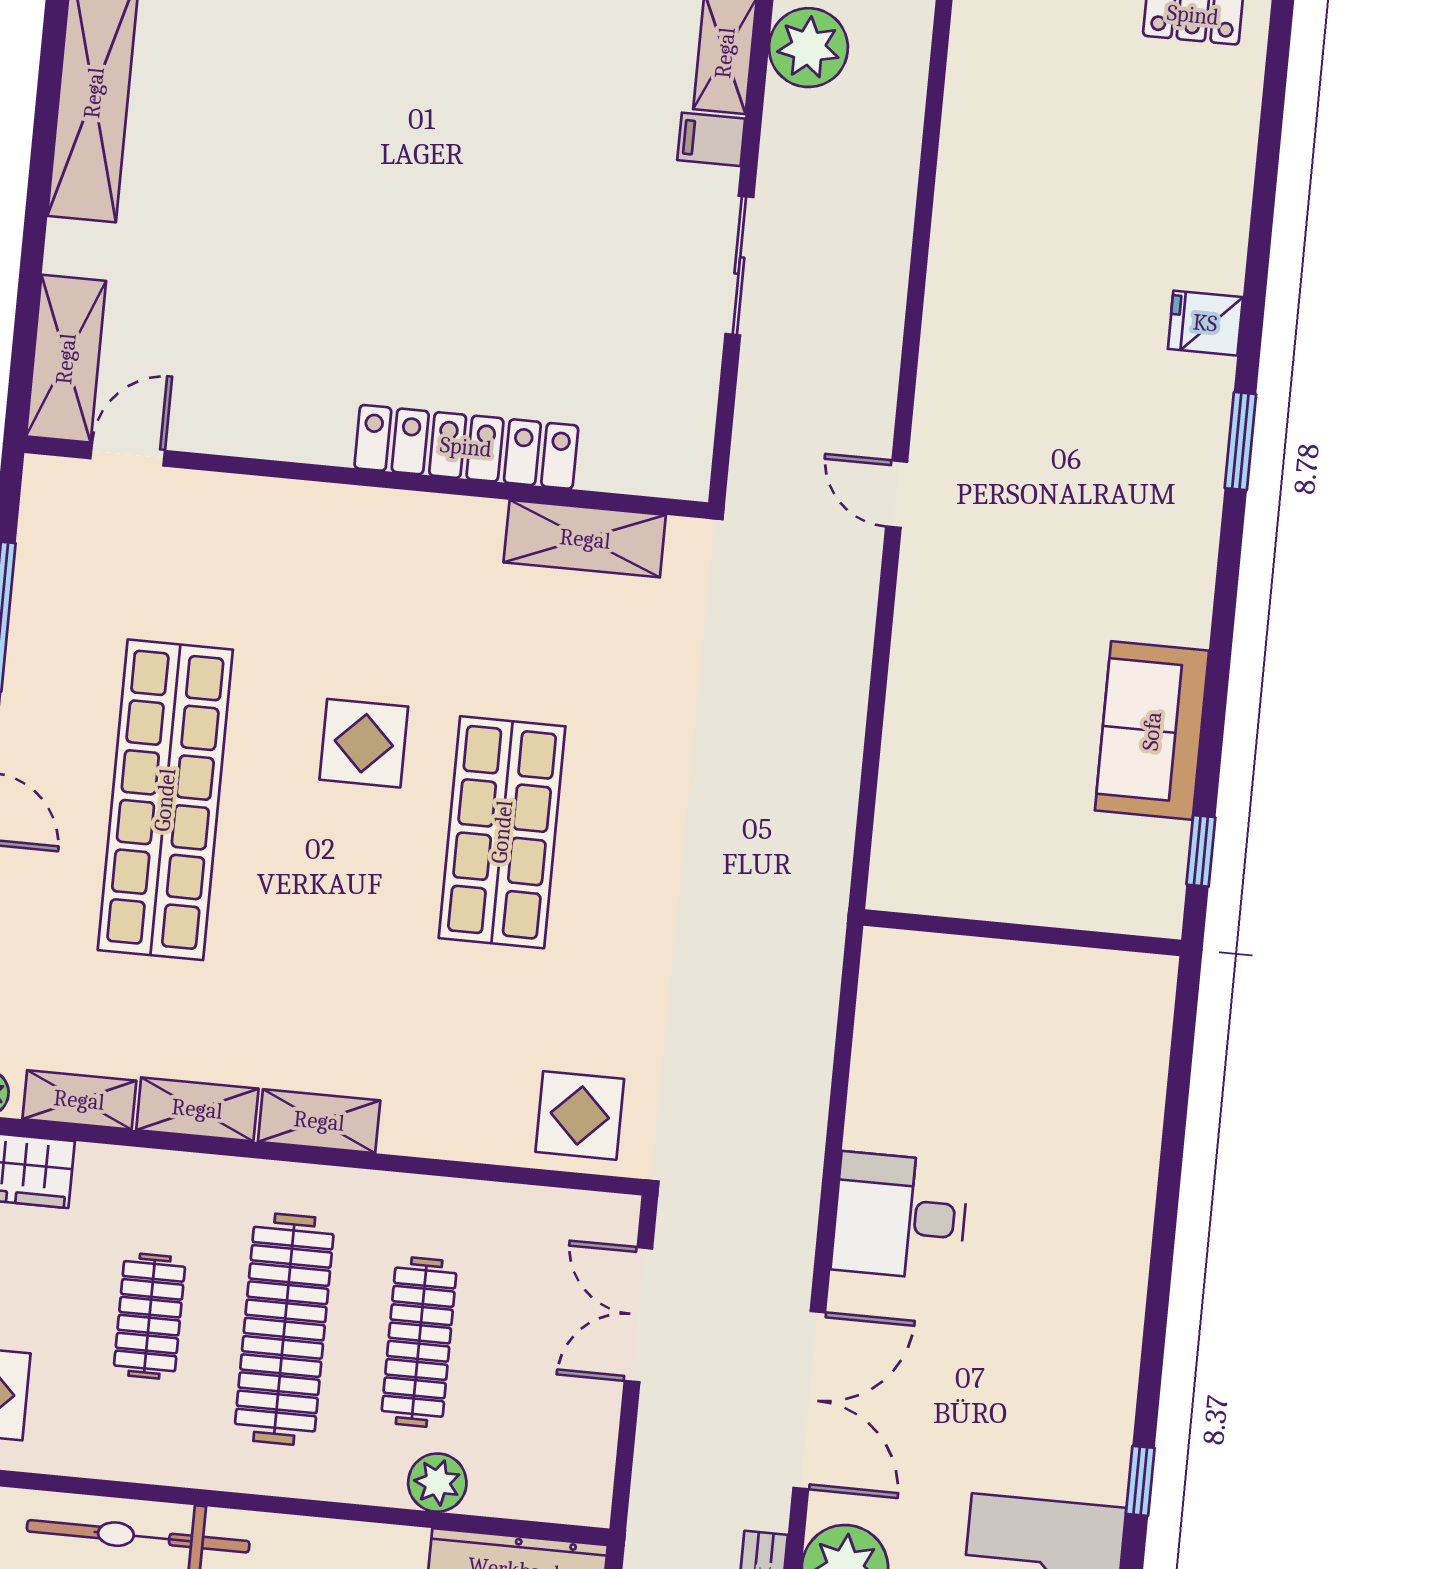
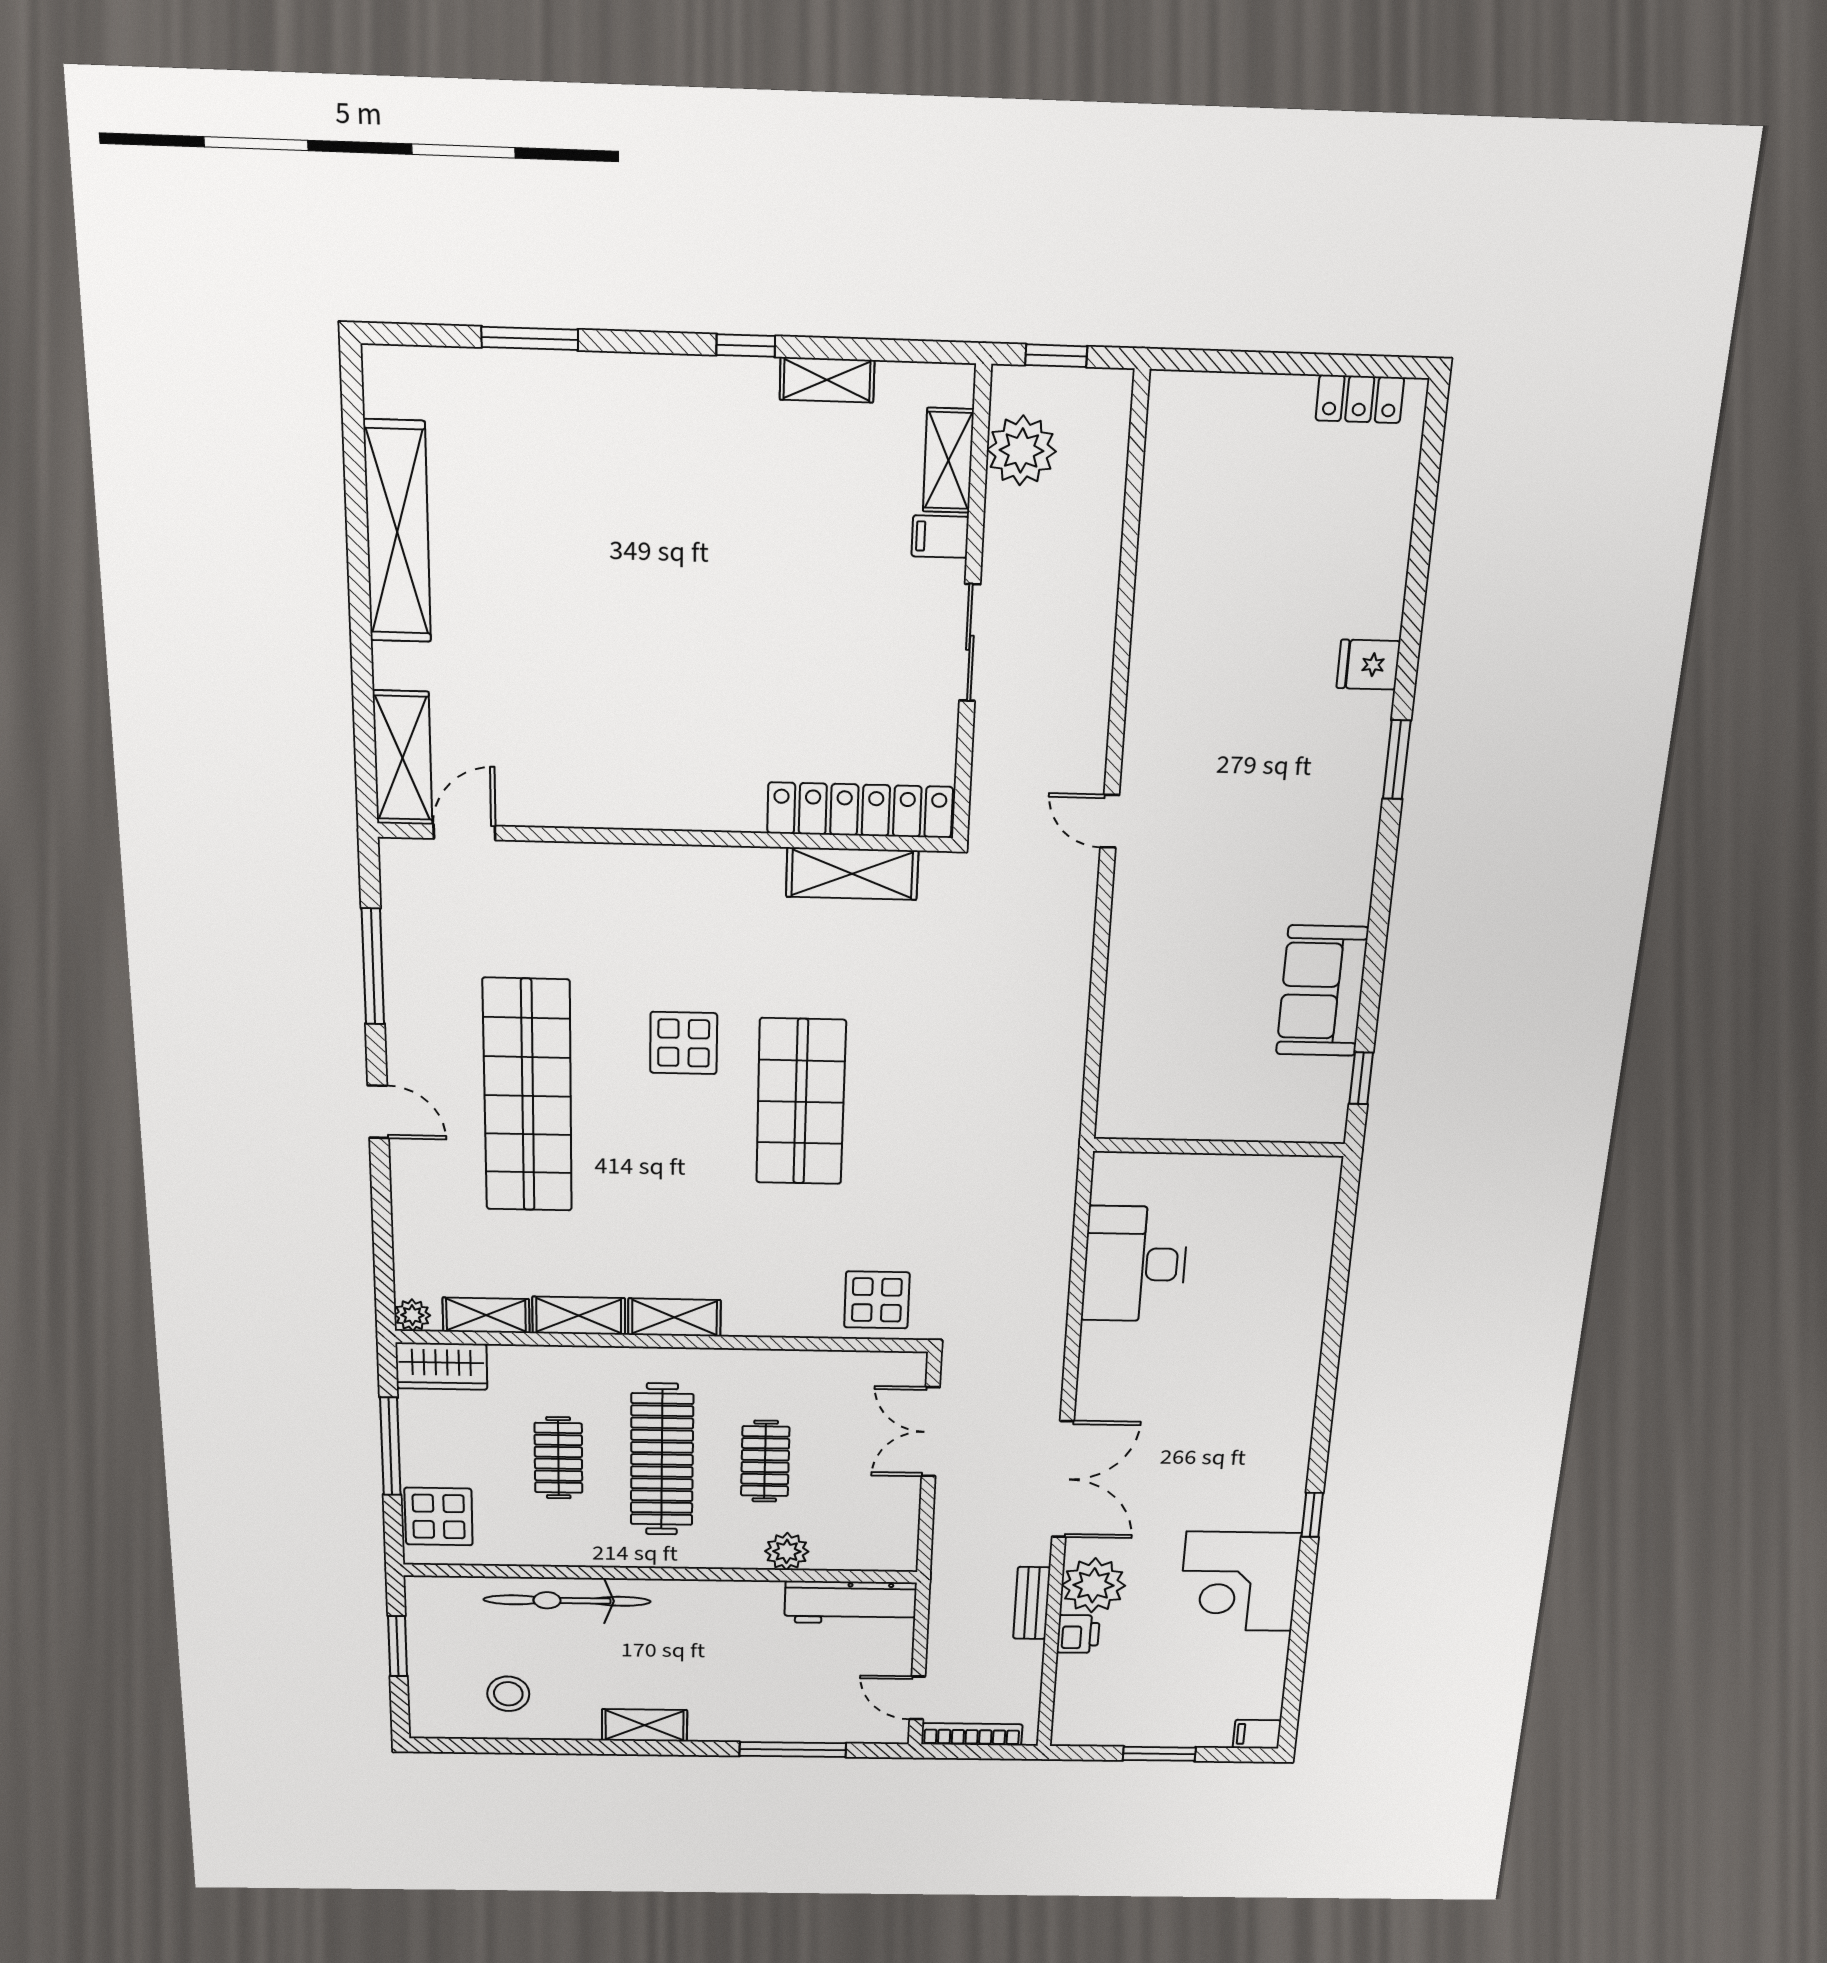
locker: (466, 447) -> (860, 810), moved
desk: (900, 1216) -> (1135, 1264), moved, width x1.37
clothes rail: (419, 1342) -> (765, 1461), width x0.73

